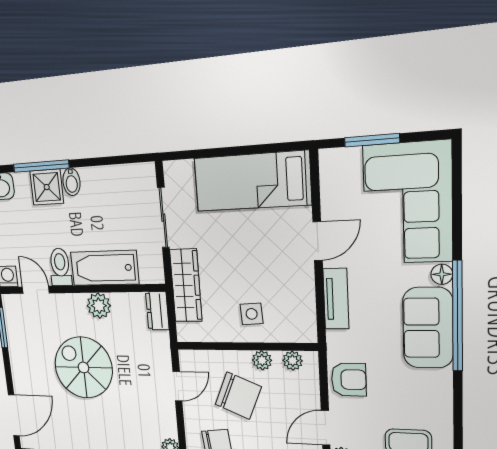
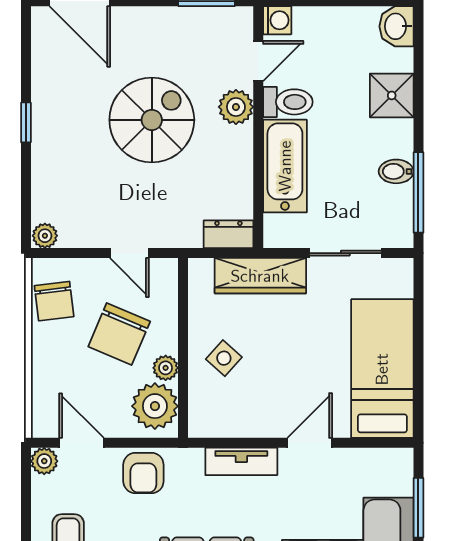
window: (41, 166) -> (418, 192), moved
bidet: (71, 182) -> (396, 171), moved
door: (318, 241) -> (310, 443), swing flipped
plant: (99, 306) -> (236, 107), moved
side table: (252, 314) -> (224, 358), turned 45
plant: (293, 361) -> (155, 406), width x1.88, depth x1.88

